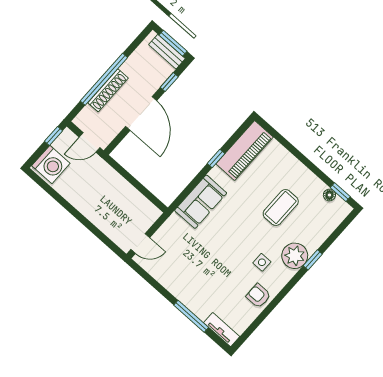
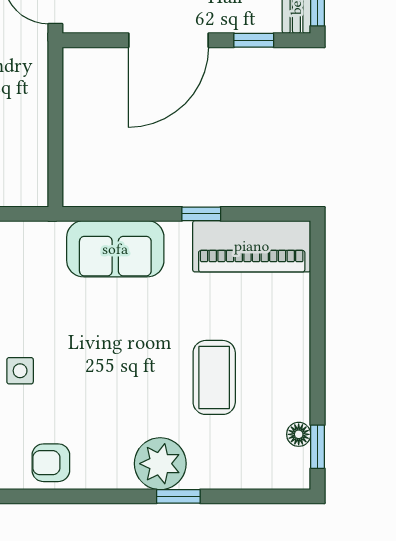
coffee table: (281, 207) -> (214, 377), turned 90
side table: (262, 262) -> (20, 371), moved
armchair: (258, 296) -> (51, 463), turned -90

